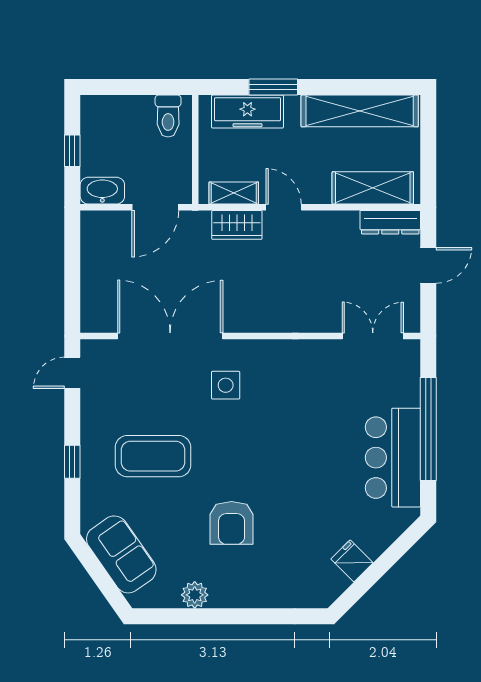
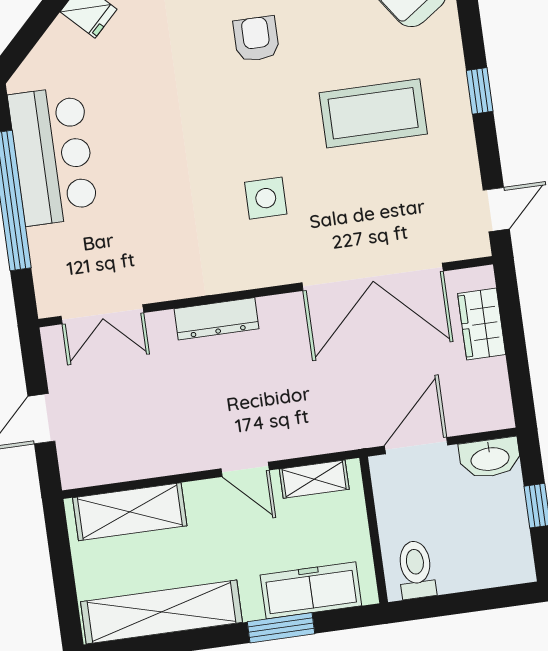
dresser: (390, 222) -> (216, 319), moved, turned 180
wardrobe: (237, 225) -> (482, 324), moved, turned -90
side table: (226, 385) -> (266, 198), moved
armchair: (232, 523) -> (256, 39), width x0.72, depth x0.72

